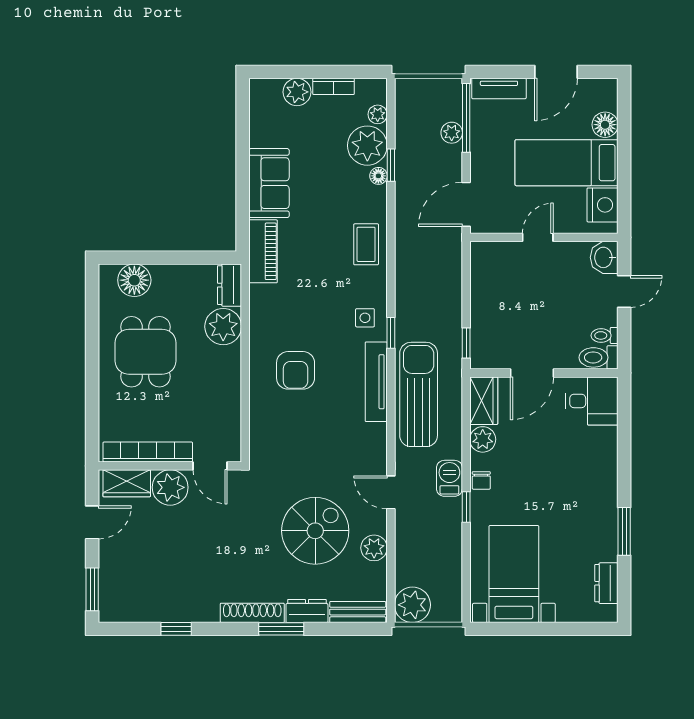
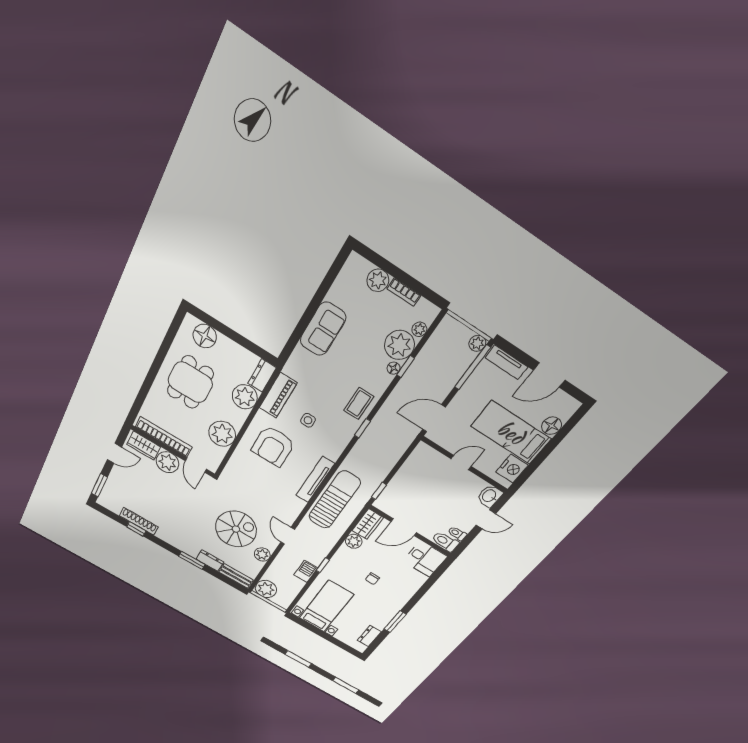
plant: (452, 133) -> (477, 343), moved
piano: (263, 251) -> (278, 395), moved
side table: (365, 318) -> (308, 420), moved
window: (391, 333) -> (362, 428), moved
armchair: (296, 370) -> (273, 446), width x1.36, depth x1.36
plant: (221, 396) -> (222, 434), added
barbecue: (449, 478) -> (306, 571), moved
chair: (481, 480) -> (372, 579), moved
shoe rack: (252, 613) -> (139, 521), moved

